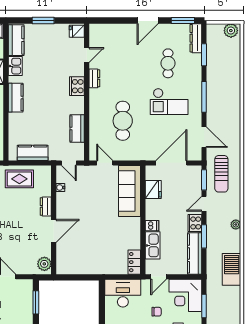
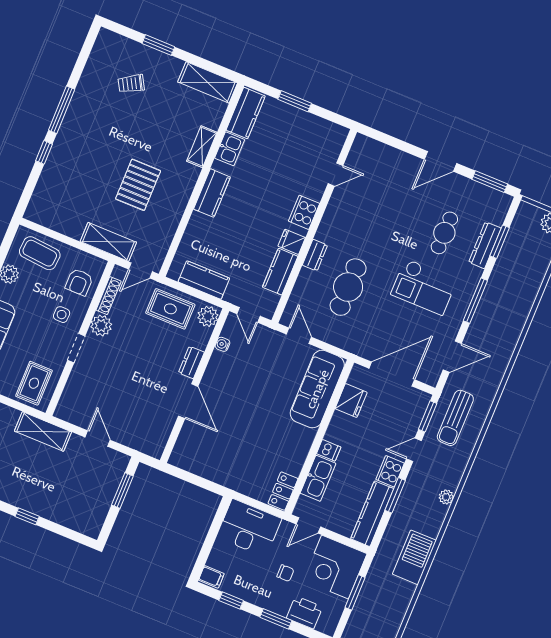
fridge: (77, 31) -> (292, 242), moved
dresser: (196, 38) -> (485, 245), moved
dresser: (94, 78) -> (315, 255), moved
door: (204, 137) -> (452, 357), hinge flipped
door: (54, 231) -> (188, 401), hinge flipped
plant: (44, 264) -> (208, 316), moved

